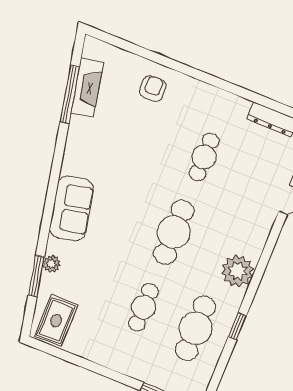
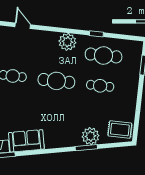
sofa: (71, 208) -> (26, 141), moved
plant: (52, 264) -> (90, 136), width x1.88, depth x1.88
window: (36, 276) -> (86, 148), moved

